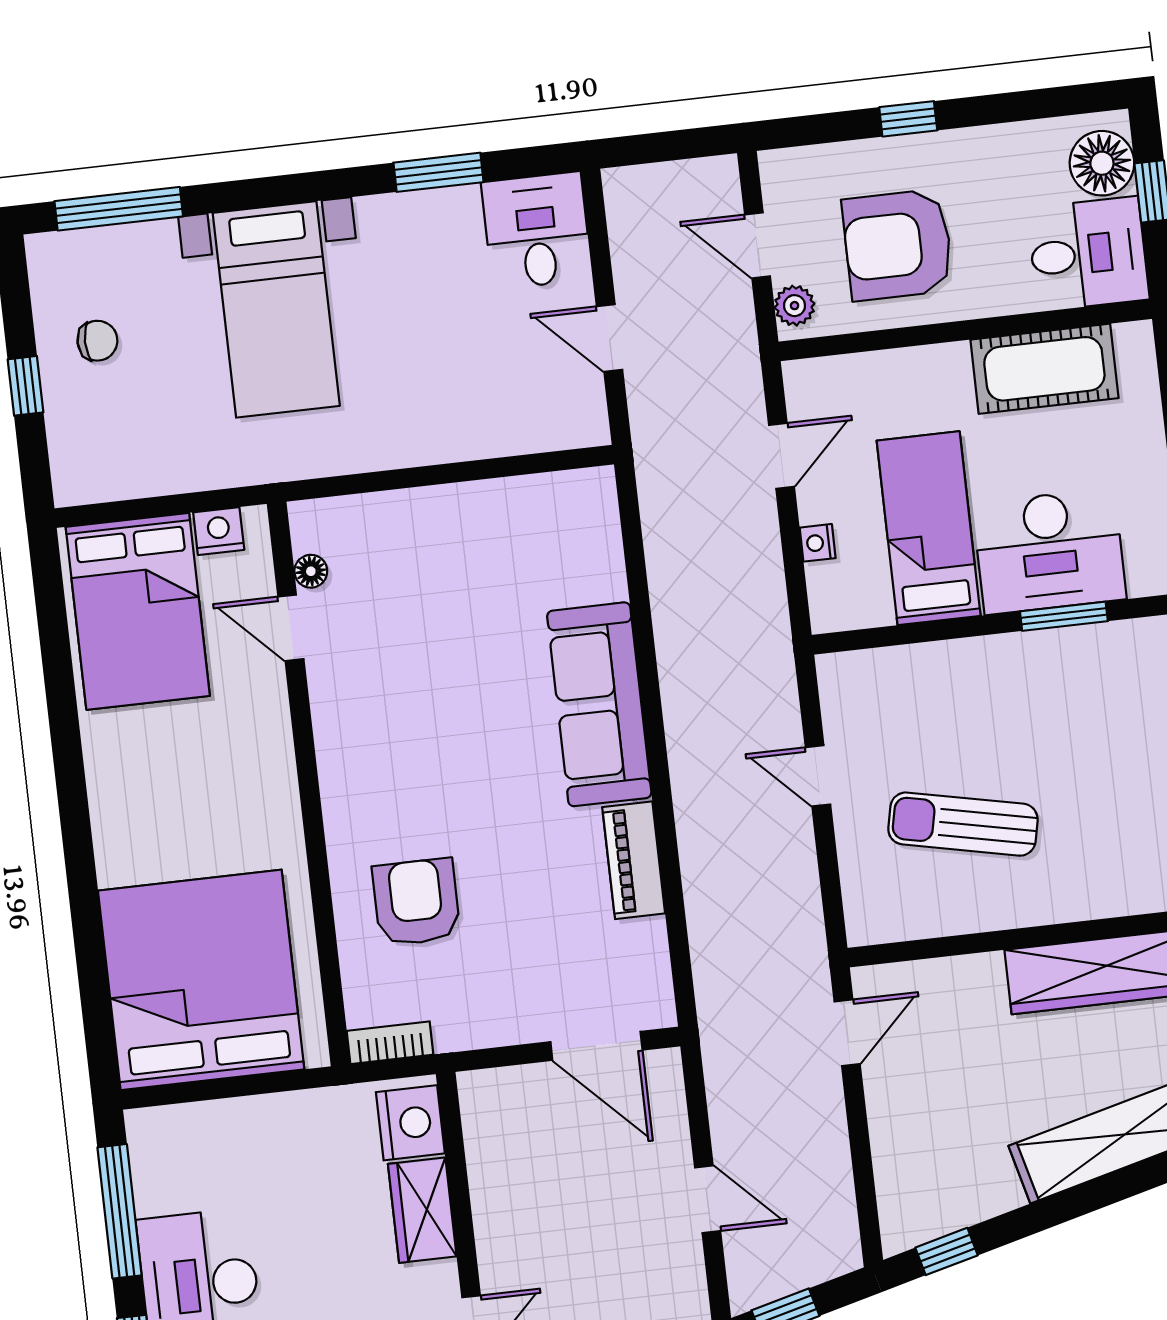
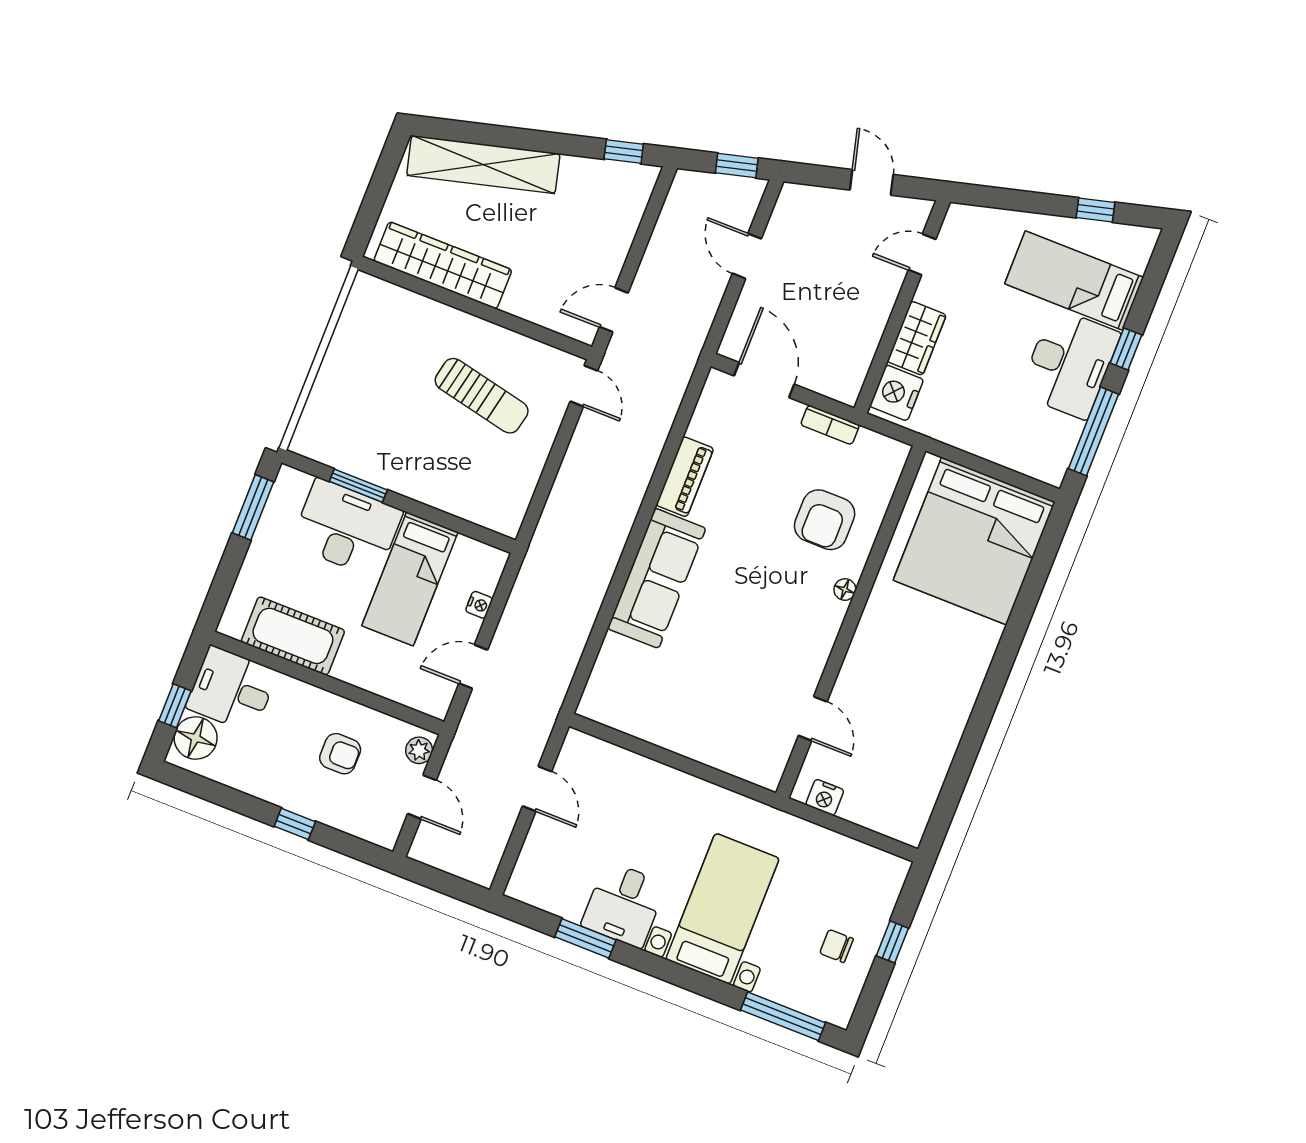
desk: (537, 231) -> (624, 905), moved
armchair: (898, 245) -> (340, 754), width x0.53, depth x0.53
floor lamp: (311, 571) -> (845, 590), moved
bed: (138, 611) -> (897, 776), removed
door: (818, 776) -> (584, 386), moved
bookcase: (390, 1043) -> (830, 425), moved

